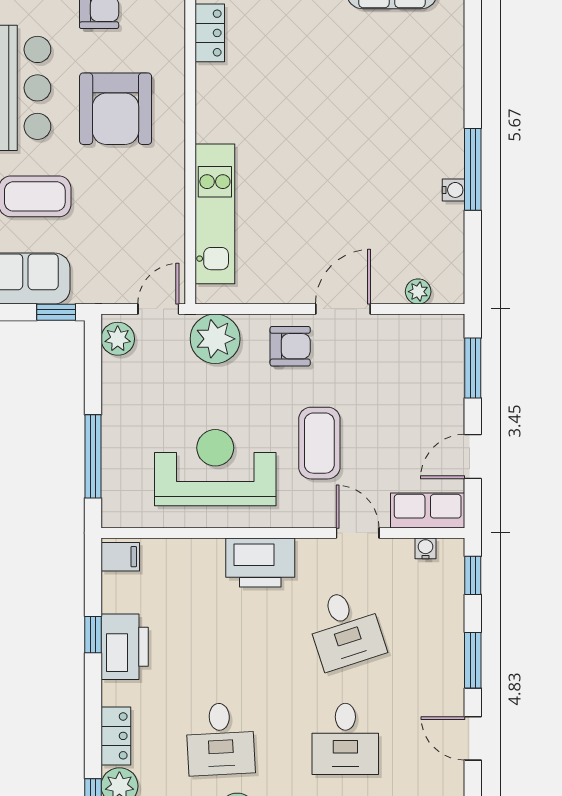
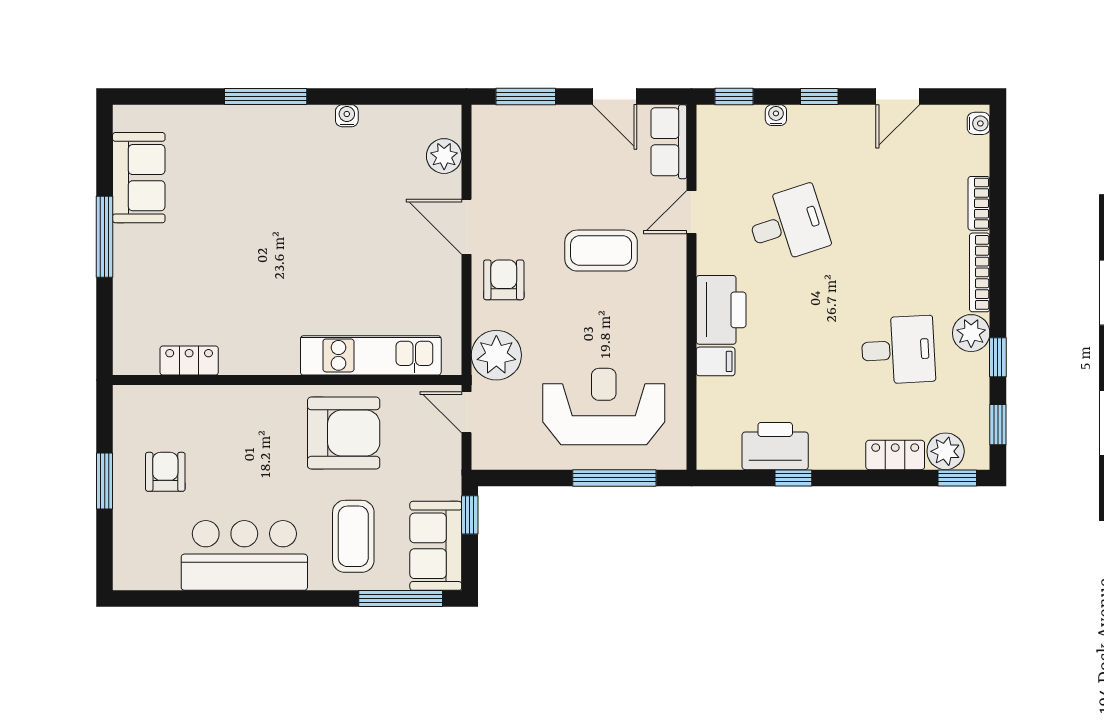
armchair: (116, 109) -> (344, 433), moved
window: (473, 169) -> (266, 96), moved
plant: (418, 292) -> (444, 156), width x1.38, depth x1.38
plant: (118, 339) -> (496, 453), removed
reception desk: (215, 468) -> (604, 407), moved, turned 90
water cooler: (425, 548) -> (776, 115), moved, turned 90
filing cabinet: (120, 557) -> (716, 361), moved, turned 90
printer: (125, 647) -> (775, 446), moved
window: (473, 660) -> (819, 96), width x0.67
desk: (345, 739) -> (898, 224), removed

